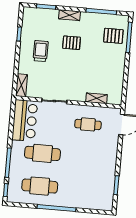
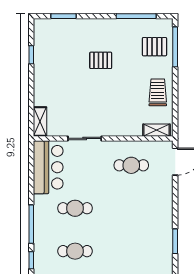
shelving: (69, 15) -> (95, 25), removed
trolley: (41, 51) -> (158, 92), moved
shelving: (97, 98) -> (157, 130), moved
cafe table: (42, 153) -> (75, 208), width x0.73, depth x0.74
cafe table: (40, 186) -> (75, 251), width x0.73, depth x0.74

